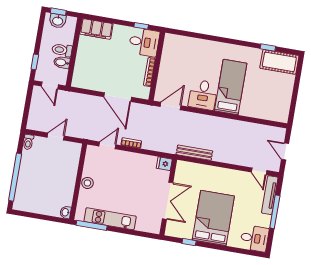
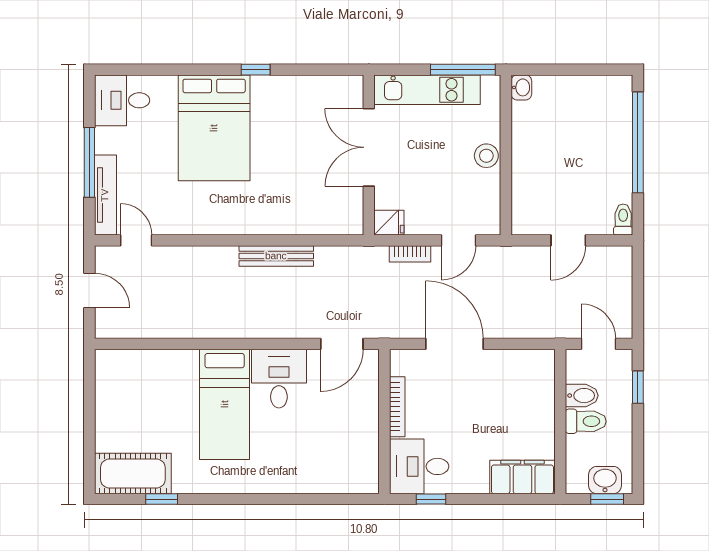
fridge: (164, 164) -> (389, 223), moved
wall: (168, 197) -> (369, 155), moved
double door: (168, 201) -> (369, 147), moved

